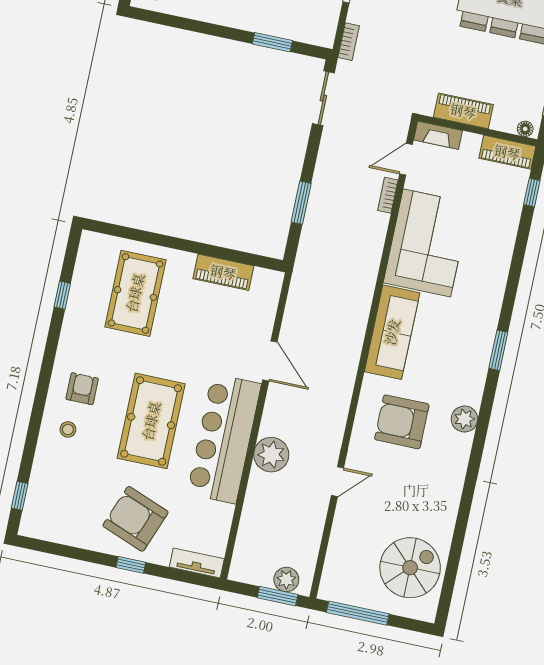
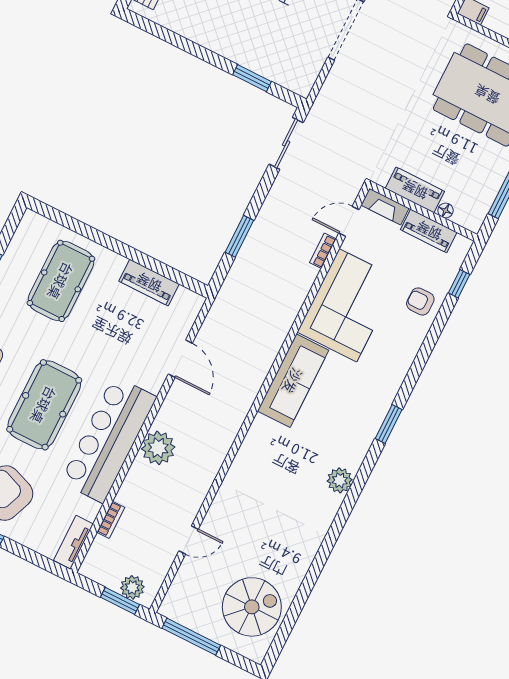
bookcase: (349, 42) -> (111, 520), moved
floor lamp: (525, 129) -> (445, 211), moved
piano: (507, 152) -> (429, 231), moved
door: (270, 361) -> (180, 359), moved
armchair: (402, 422) -> (420, 301), moved, width x0.53, depth x0.53
plant: (271, 455) -> (158, 448), moved
door: (337, 482) -> (189, 540), moved
tv unit: (197, 563) -> (73, 542), moved, turned -90

